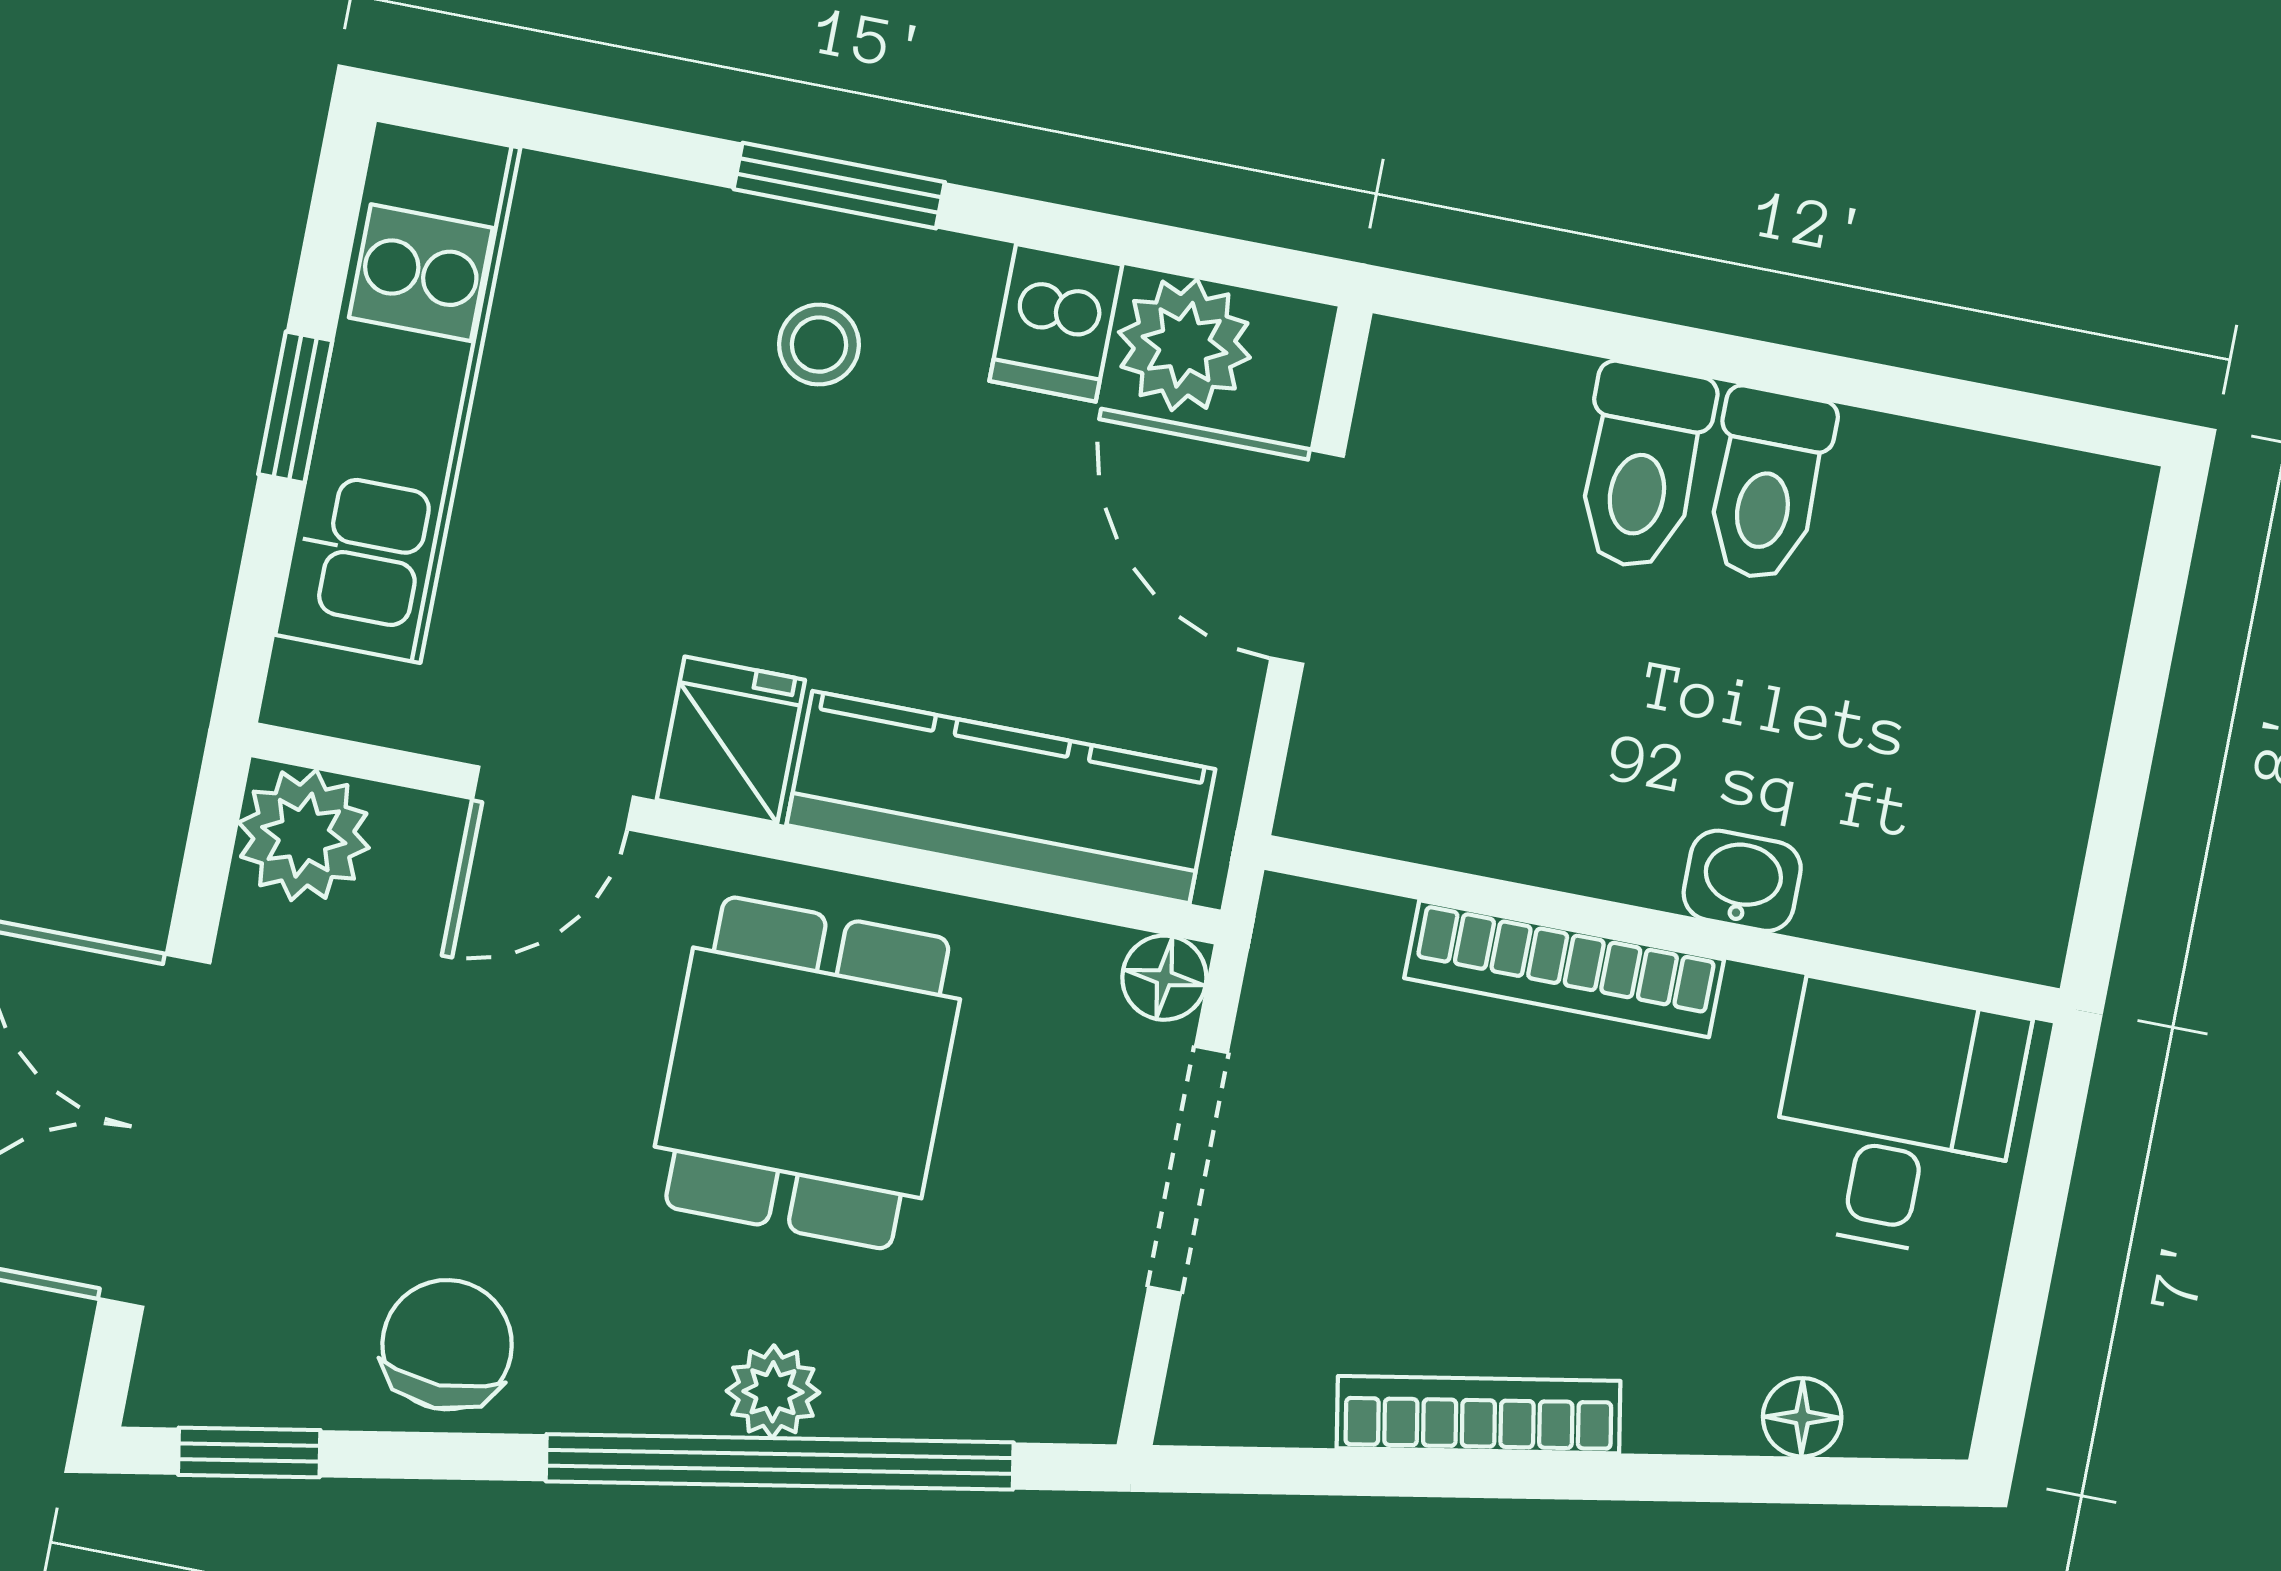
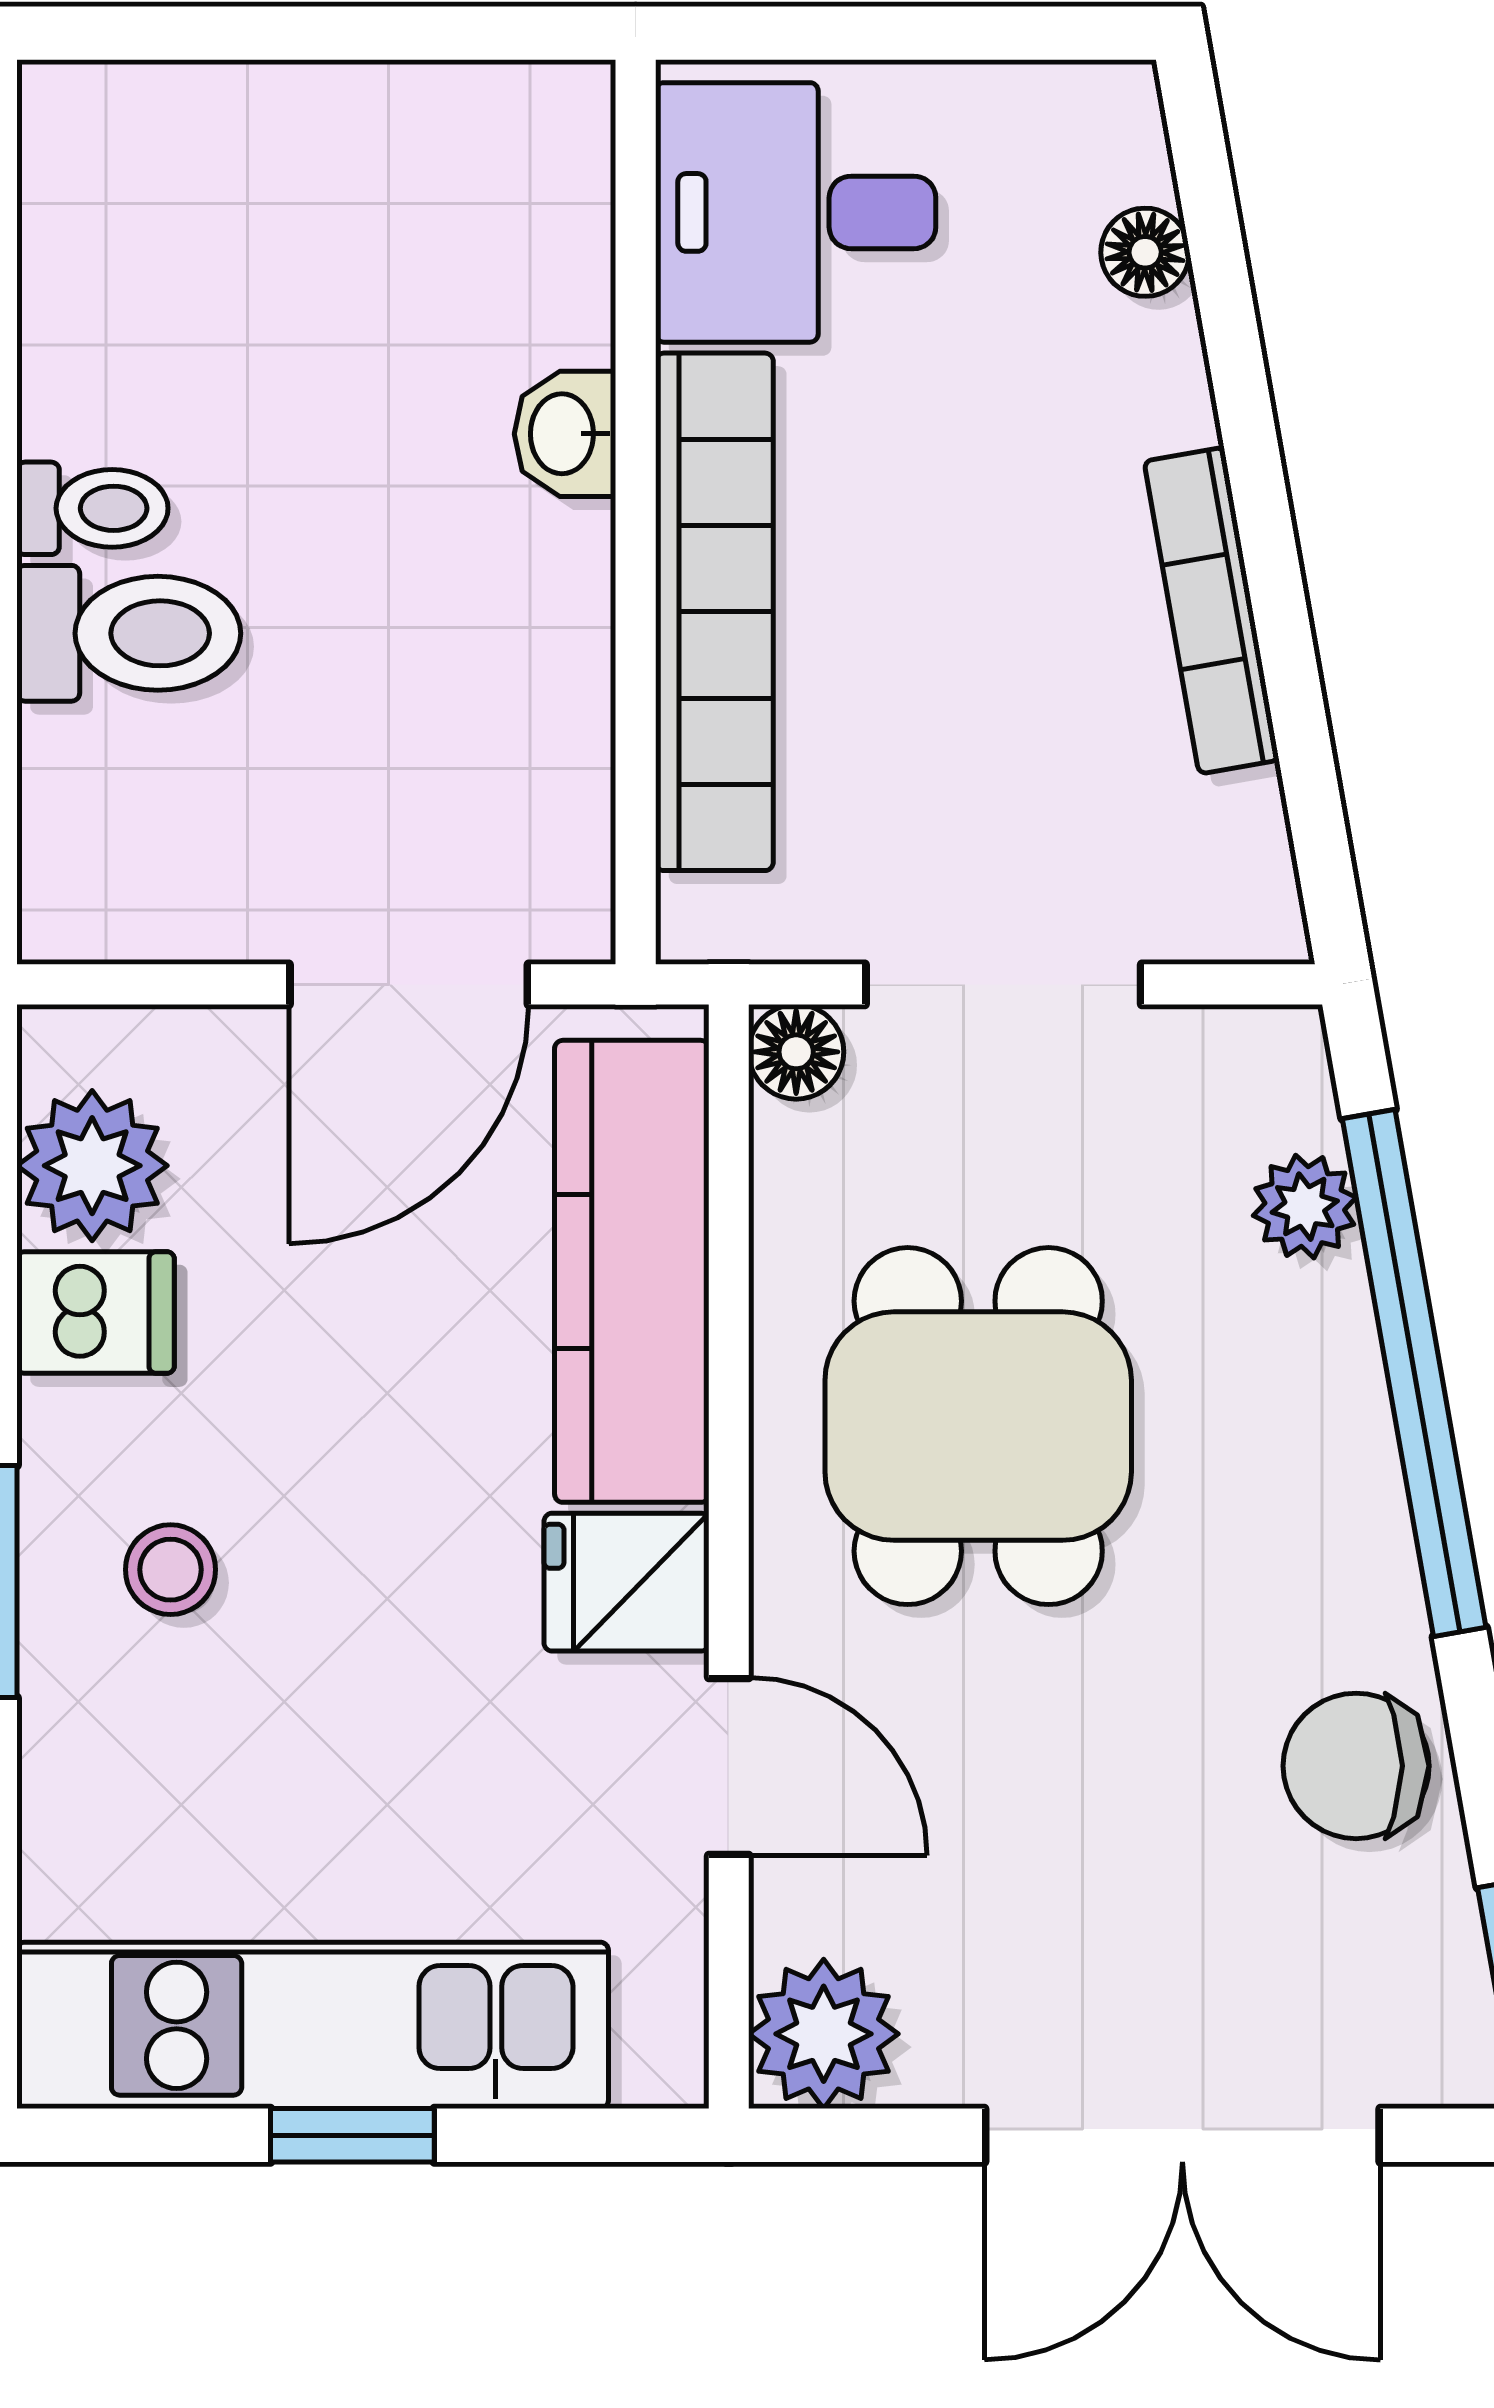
toilet: (1767, 485) -> (92, 508), width x0.73, depth x0.72
door: (1307, 557) -> (409, 984), moved
bookcase: (1564, 969) -> (714, 612), width x1.48, depth x1.31
dining table: (807, 1073) -> (978, 1426), turned 90
plant: (773, 1392) -> (1305, 1207), moved

